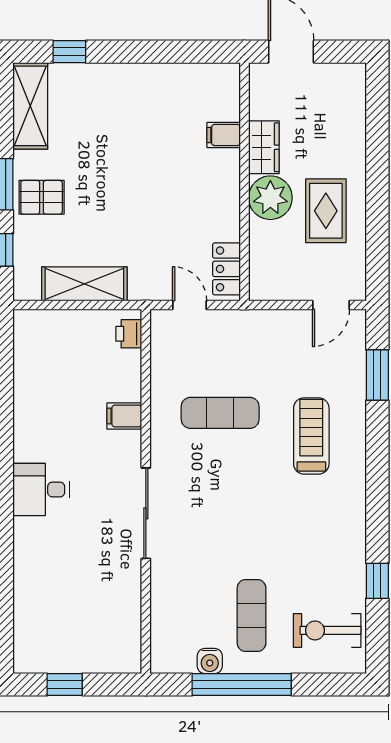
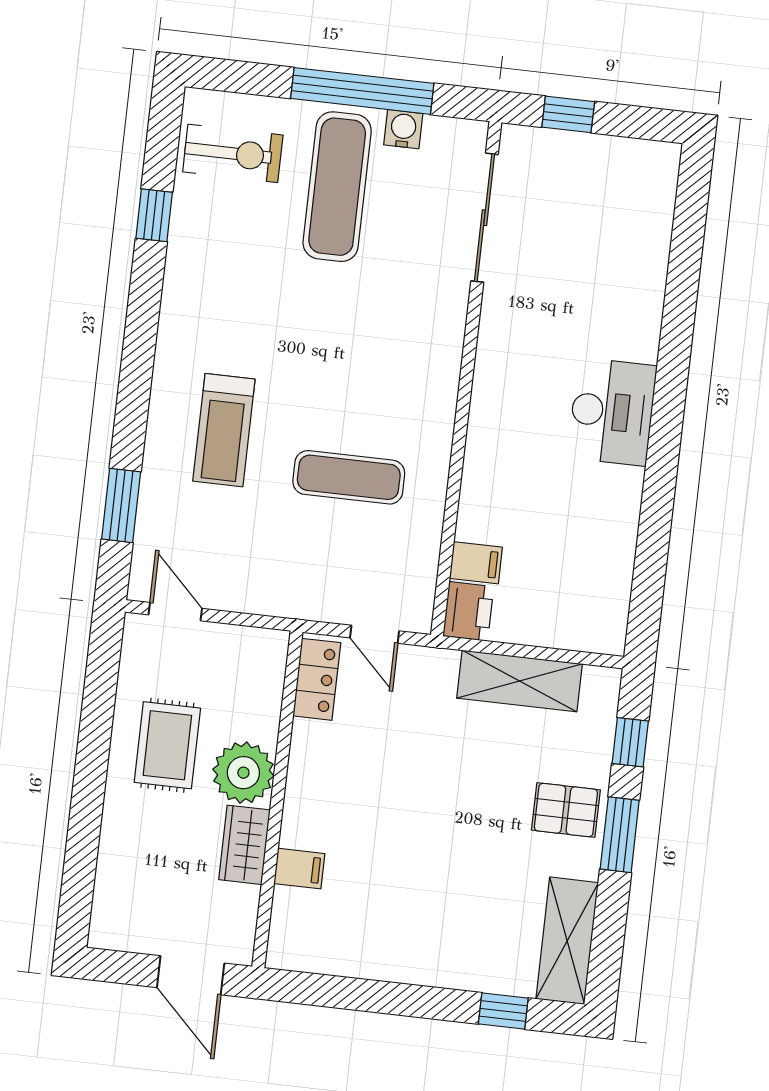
door: (331, 305) -> (175, 612), hinge flipped
printer: (129, 334) -> (468, 611), width x1.36, depth x1.24
filing cabinet: (124, 416) -> (476, 563), moved
desk: (41, 489) -> (612, 412), width x1.37
sliding door: (146, 513) -> (485, 218), moved
exercise mat: (252, 616) -> (337, 187), width x1.36, depth x1.45
window: (65, 685) -> (568, 114), moved

